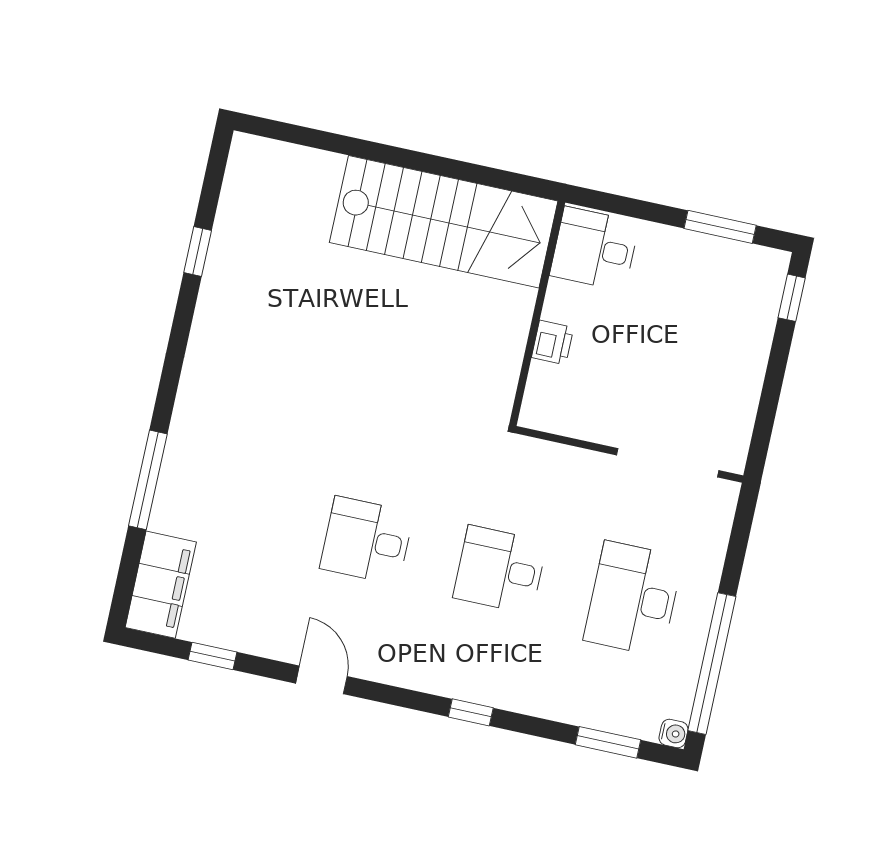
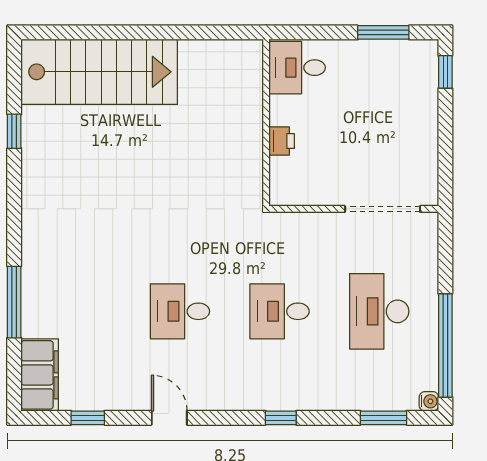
stairs: (444, 222) -> (99, 72), moved

